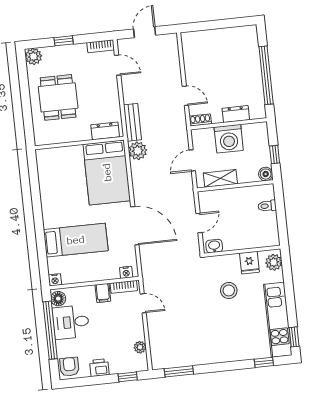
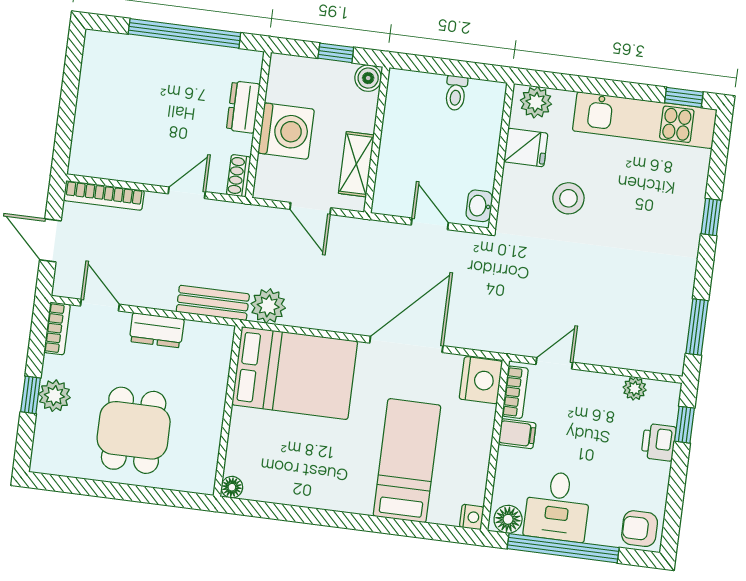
bookcase: (174, 54) -> (104, 195), added
plant: (33, 56) -> (54, 396), moved
door: (118, 65) -> (100, 305), hinge flipped
dining table: (58, 97) -> (134, 430), turned 90
dresser: (105, 131) -> (157, 330), moved, turned -90
floor lamp: (41, 154) -> (232, 487), added
toilet: (267, 206) -> (456, 93), moved
nightstand: (126, 272) -> (481, 380), width x1.89, depth x1.79
window: (264, 362) -> (711, 217), moved
printer: (99, 368) -> (659, 442), moved

